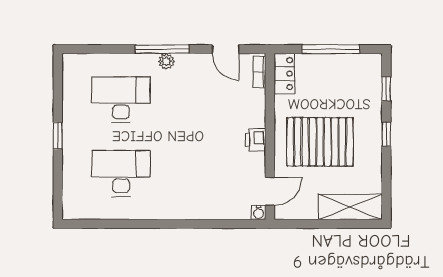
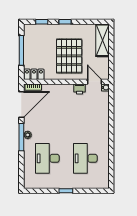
door: (226, 49) -> (21, 104), width x1.88
printer: (256, 140) -> (79, 89), moved

